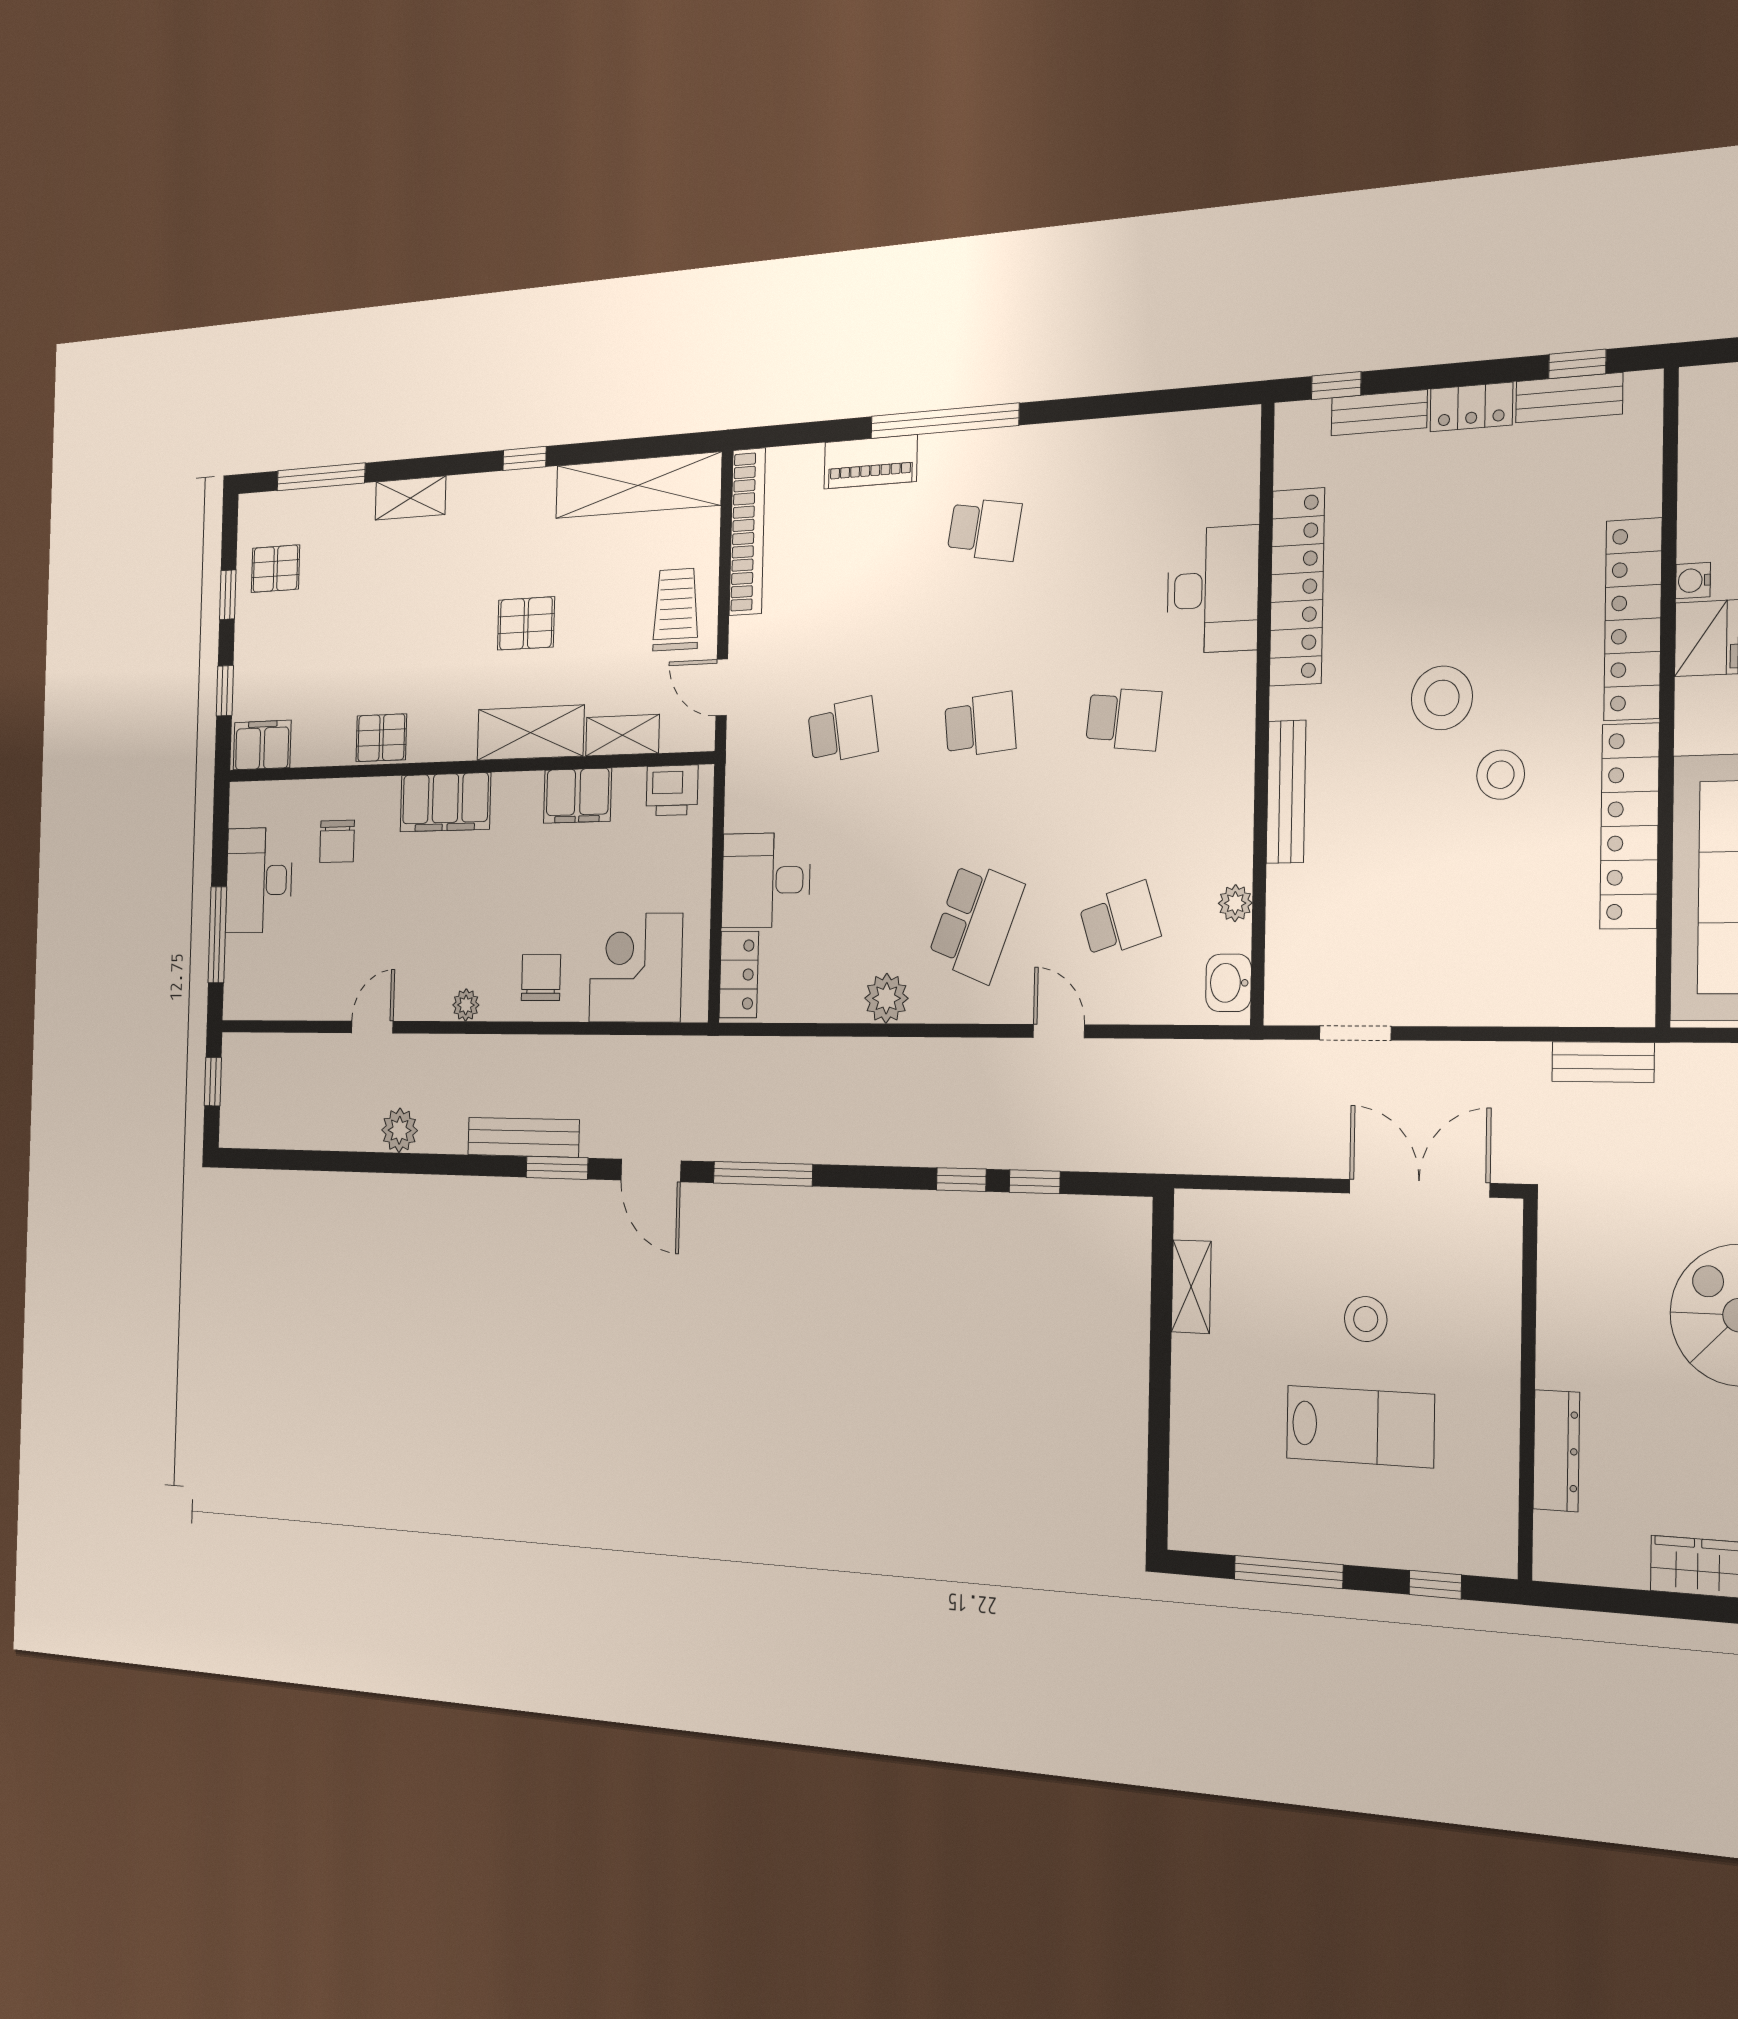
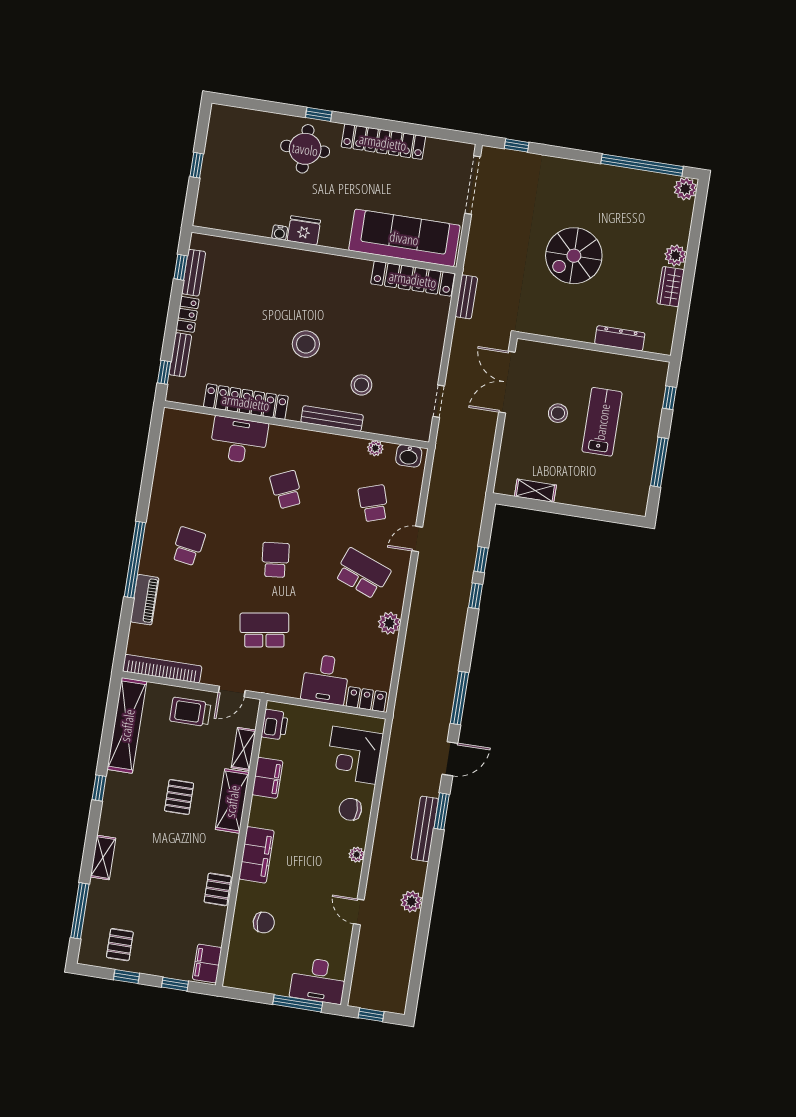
locker: (1633, 619) -> (290, 259), removed
school desk: (1124, 719) -> (286, 490), turned -30
school desk: (843, 731) -> (264, 630), width x1.85
stool: (1501, 775) -> (361, 385), moved
locker: (1630, 826) -> (413, 279), moved
desk: (259, 880) -> (318, 980), moved

